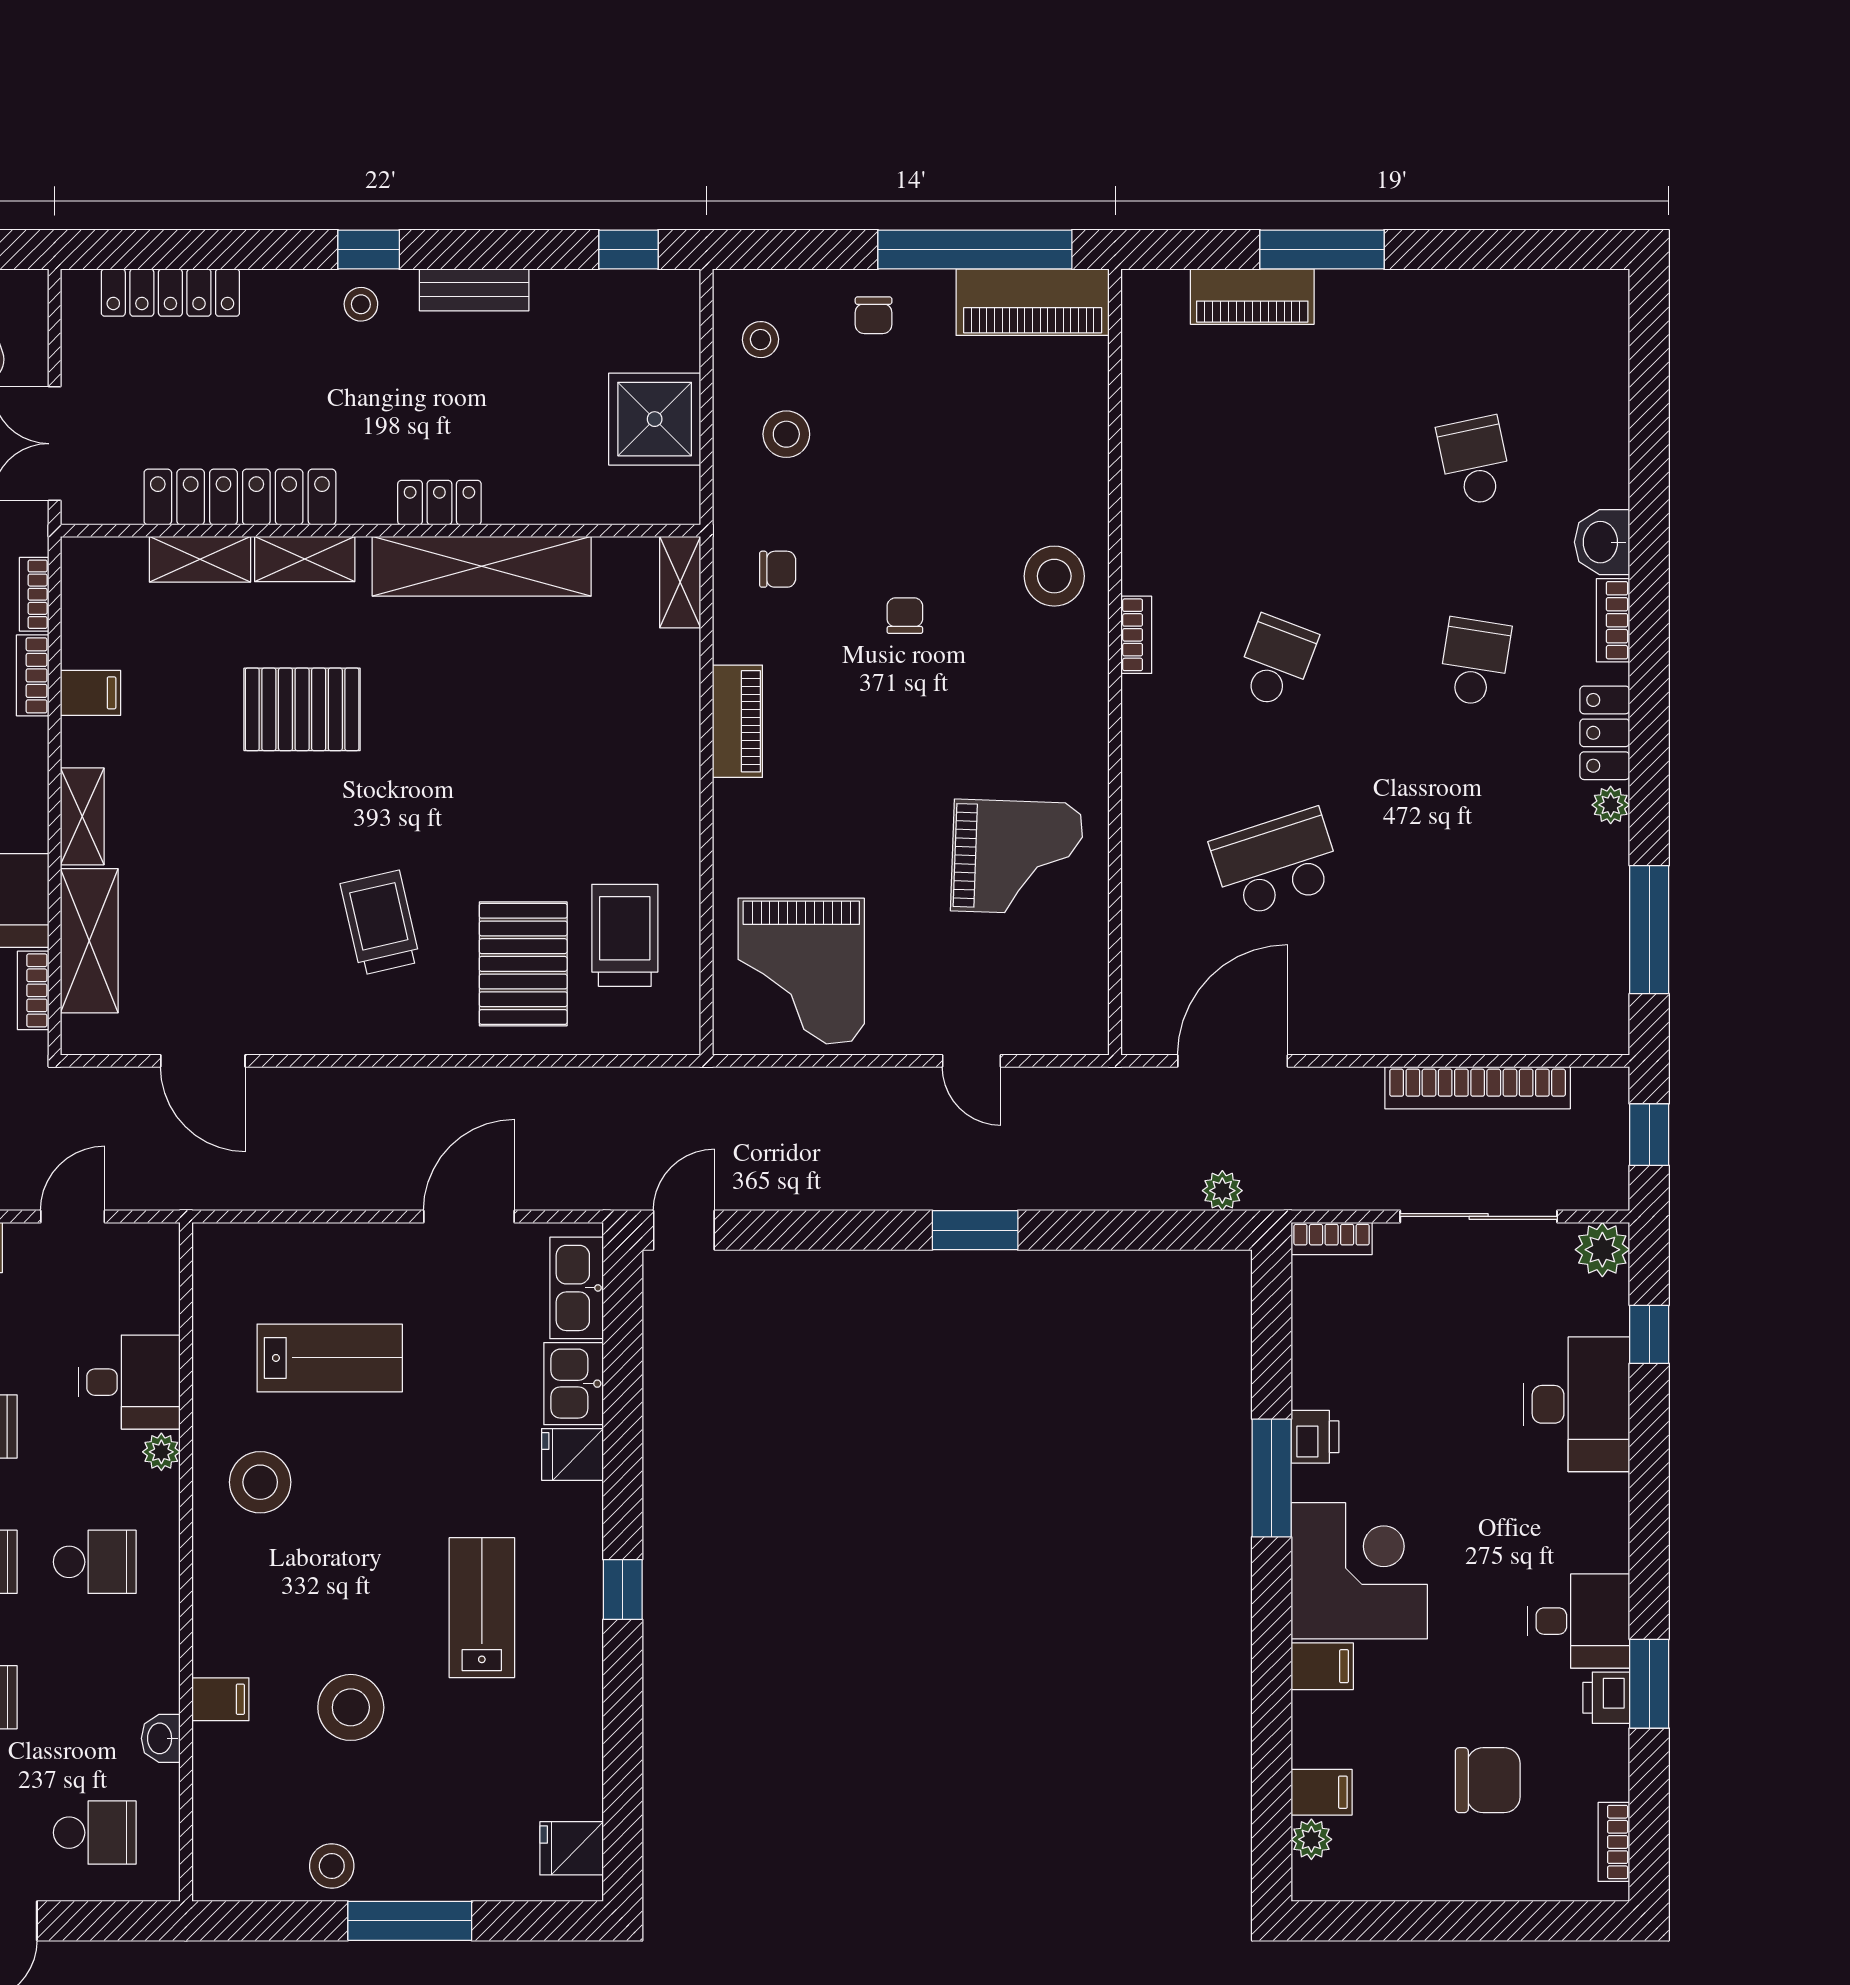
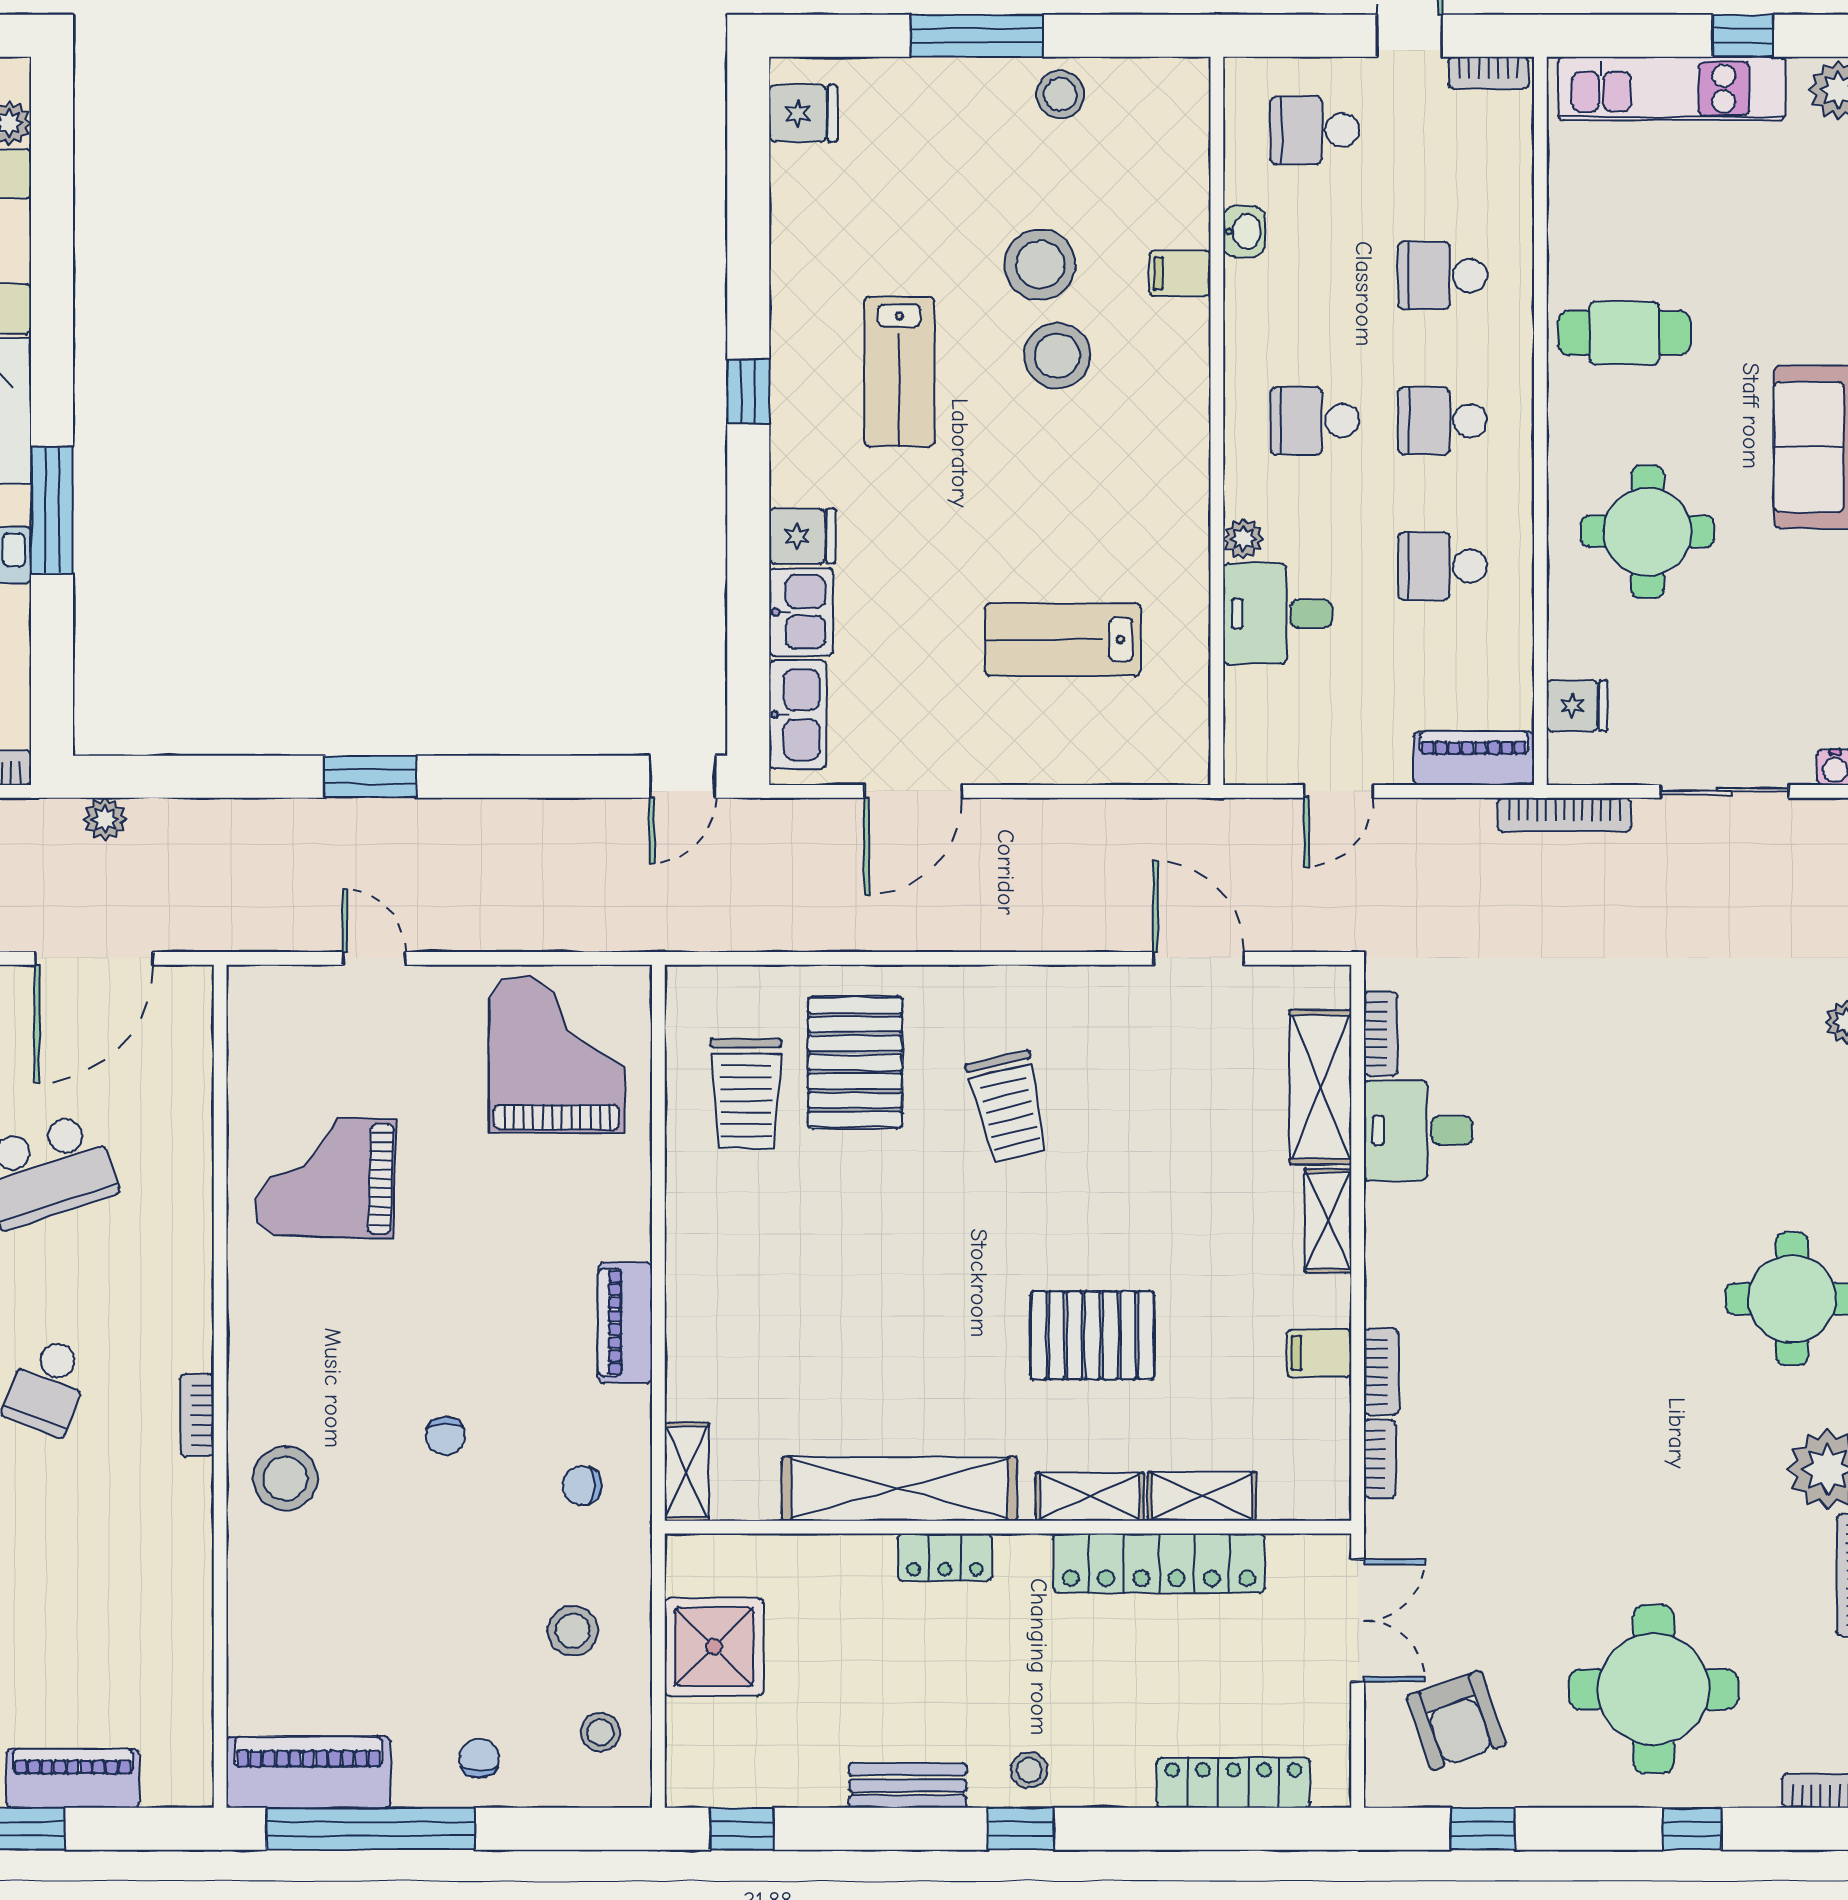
stool: (260, 1482) -> (1057, 356), moved

